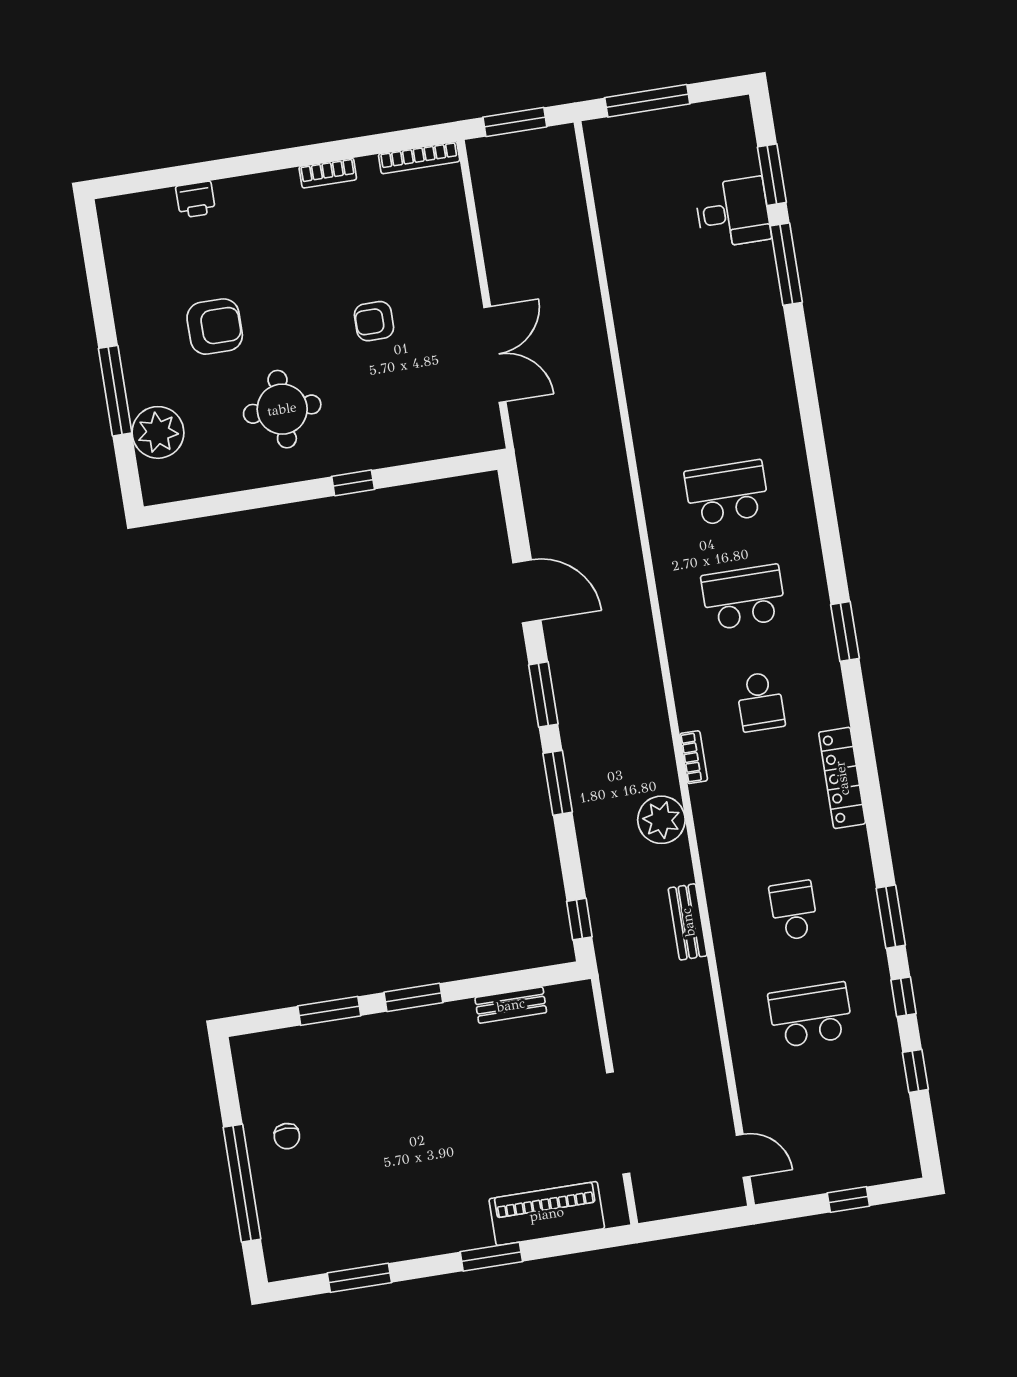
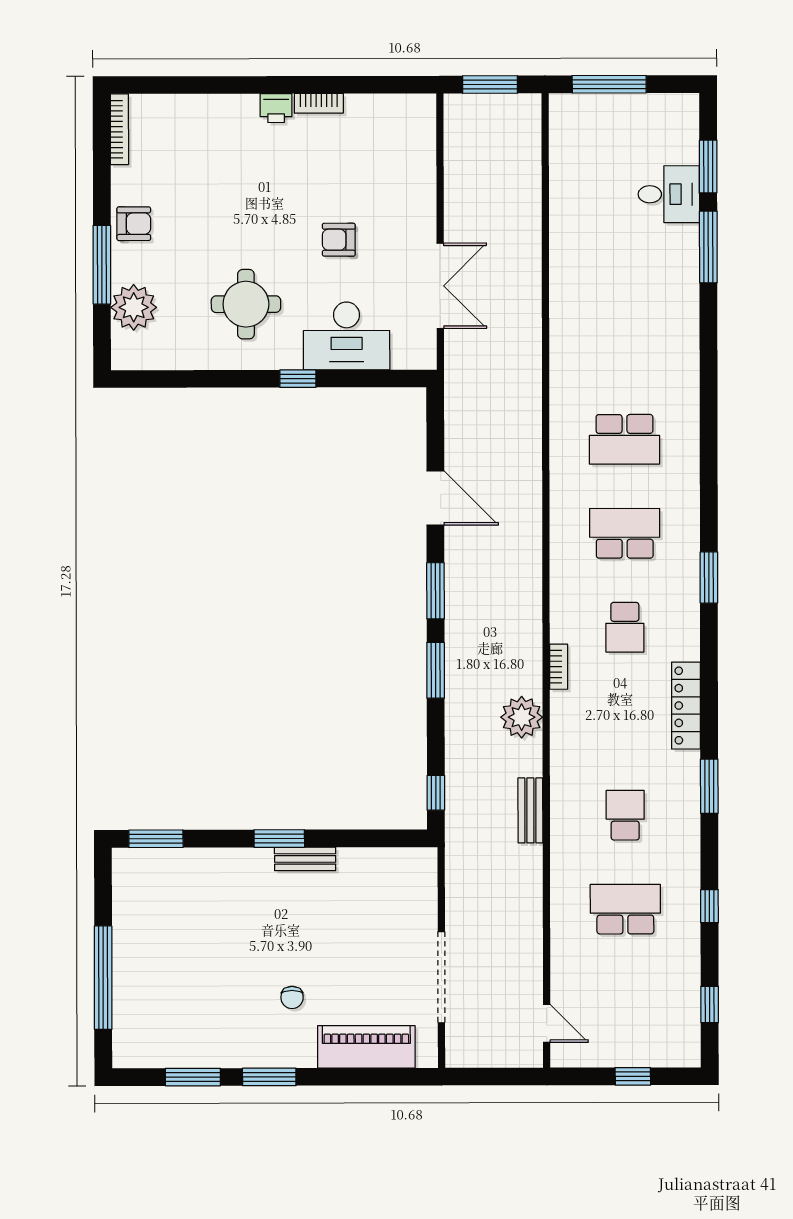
bookcase: (419, 158) -> (119, 129), moved, turned -90
printer: (196, 200) -> (276, 108), moved
armchair: (215, 327) -> (134, 224), moved, width x0.72, depth x0.72
desk: (400, 427) -> (347, 336), added
school desk: (727, 493) -> (625, 439), turned 180
window: (891, 917) -> (709, 786), moved
bench: (511, 1005) -> (305, 859), moved
window: (329, 1011) -> (156, 839), moved
window: (915, 1071) -> (710, 1005), moved
chair: (287, 1136) -> (292, 997), moved
window: (491, 1257) -> (269, 1077), moved

